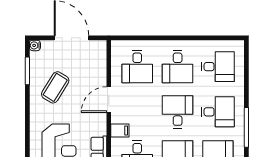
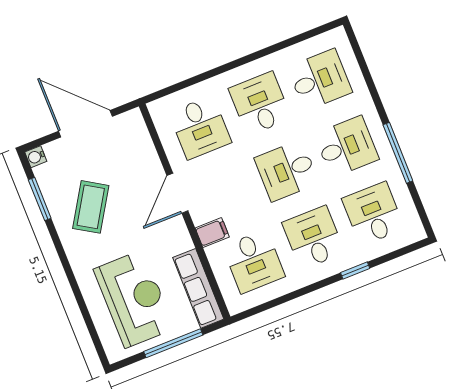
desk: (178, 67) -> (260, 104), turned 180
desk: (178, 112) -> (287, 171), turned -90

